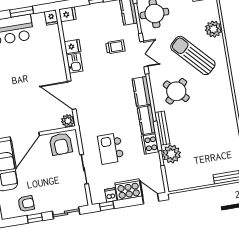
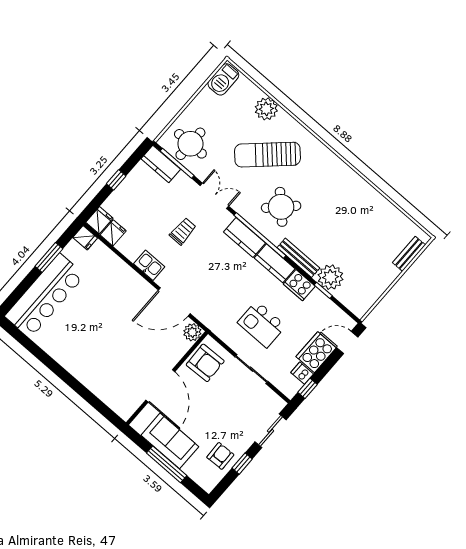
fridge: (73, 47) -> (113, 233), moved
trolley: (115, 47) -> (183, 231), moved

